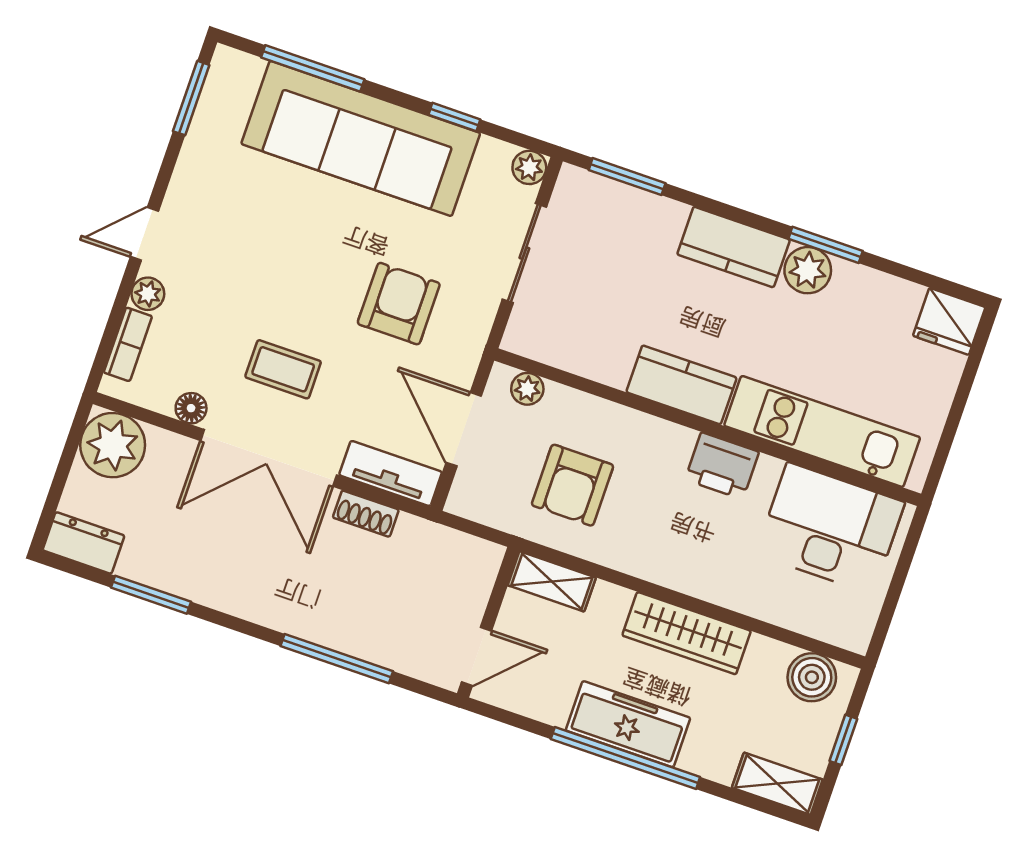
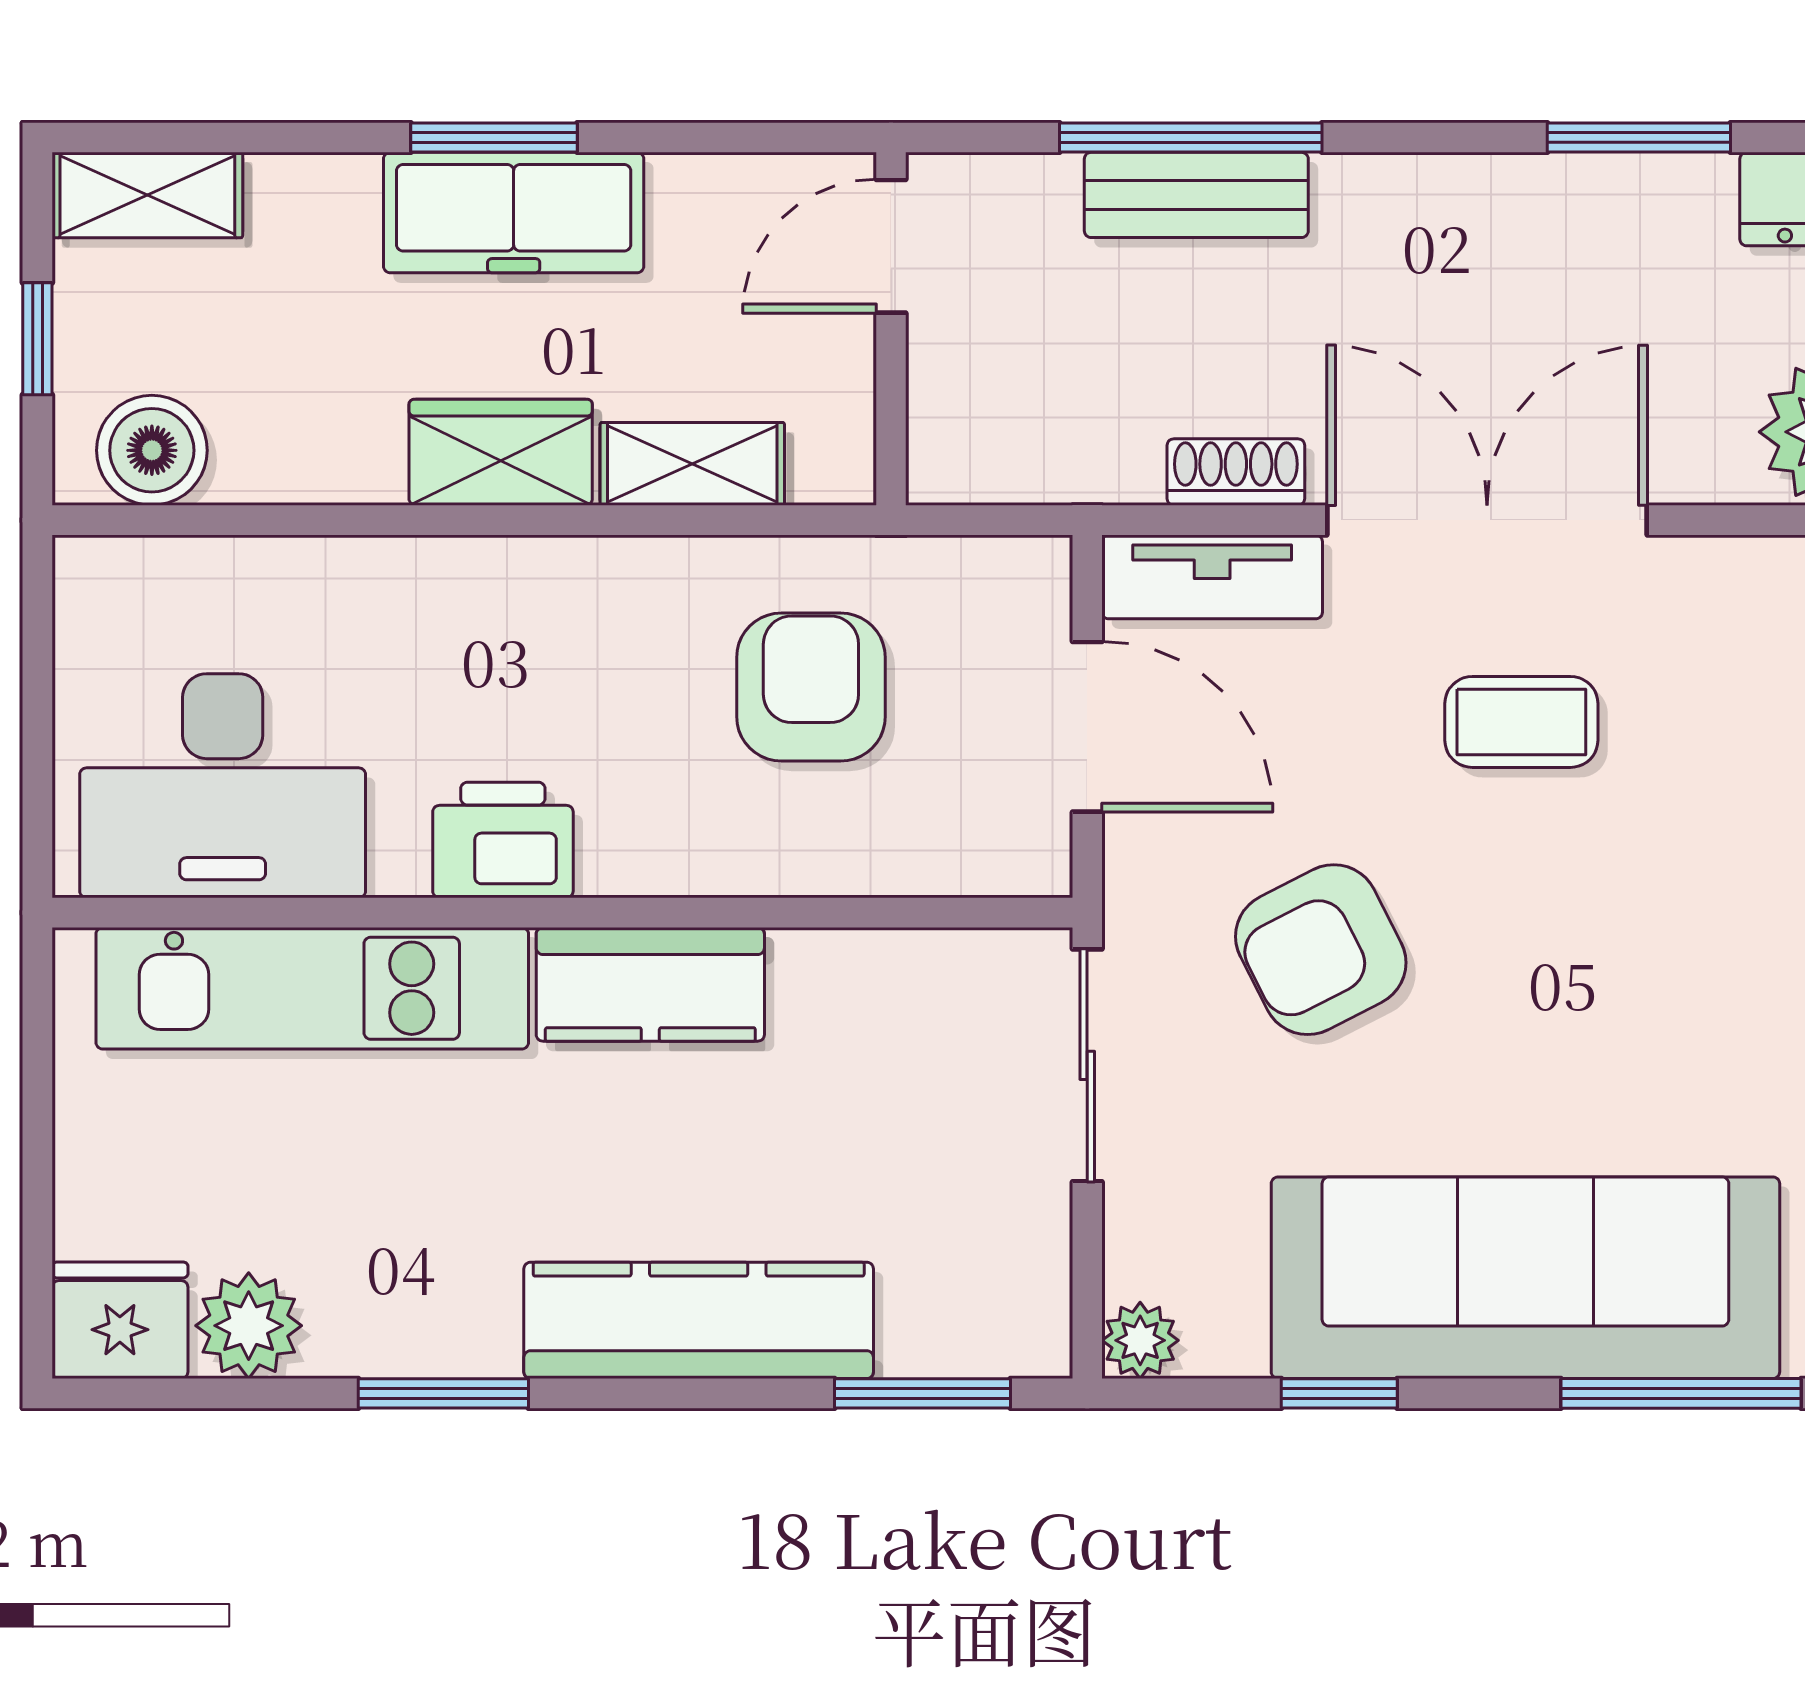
kitchen counter: (734, 247) -> (699, 1320), width x1.50
sliding door: (524, 253) -> (1087, 1065), moved
plant: (808, 270) -> (249, 1326), moved
armchair: (399, 304) -> (1321, 950), turned 63
plant: (527, 389) -> (980, 861), removed
floor lamp: (191, 408) -> (1691, 570), removed
shelving: (552, 581) -> (692, 464), moved
wardrobe: (687, 633) -> (501, 452), width x0.67
bench: (343, 634) -> (1196, 195), added
window: (625, 758) -> (494, 137), width x0.47

